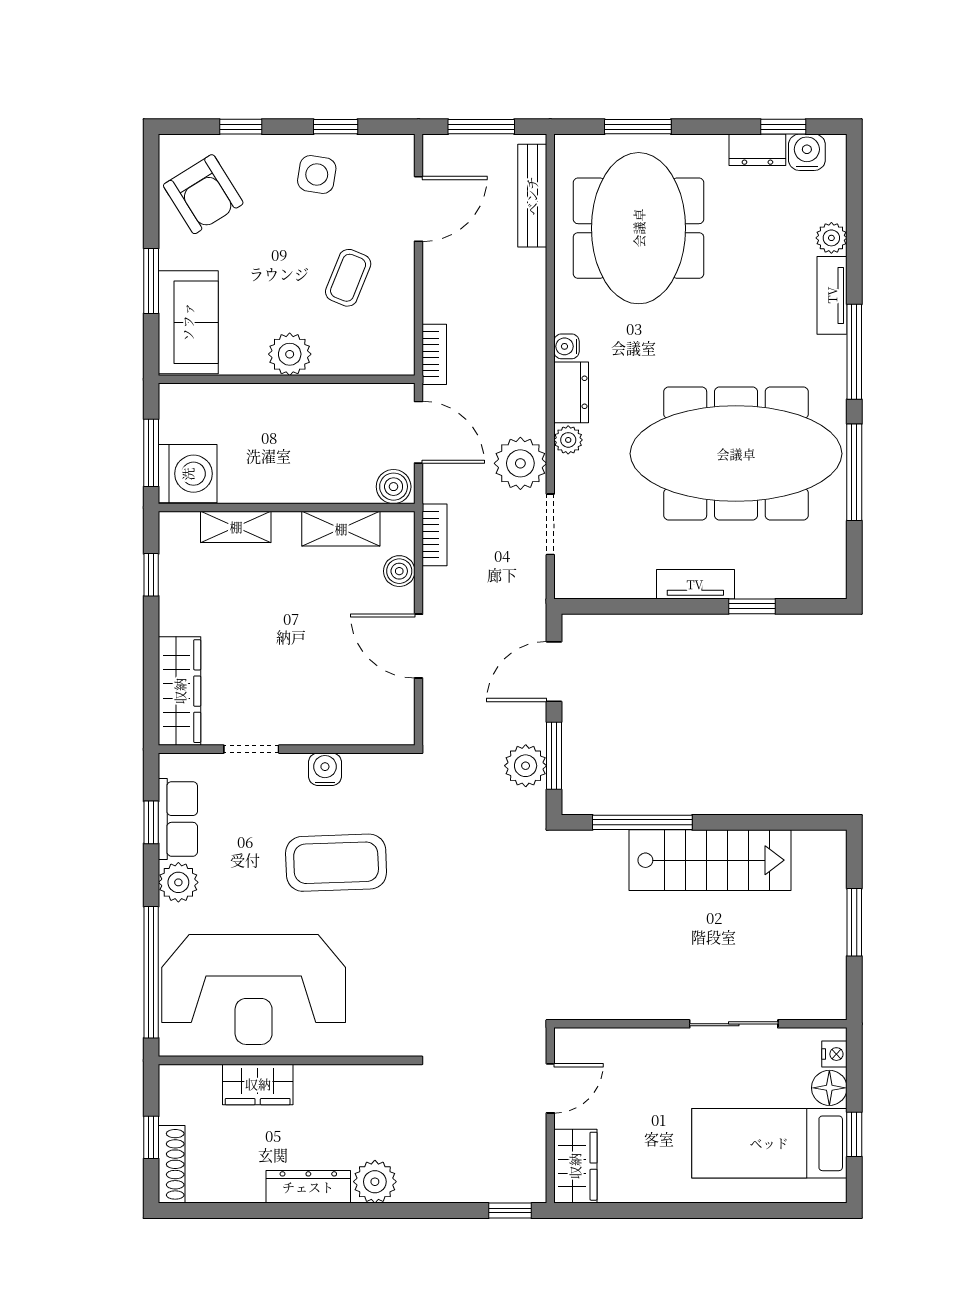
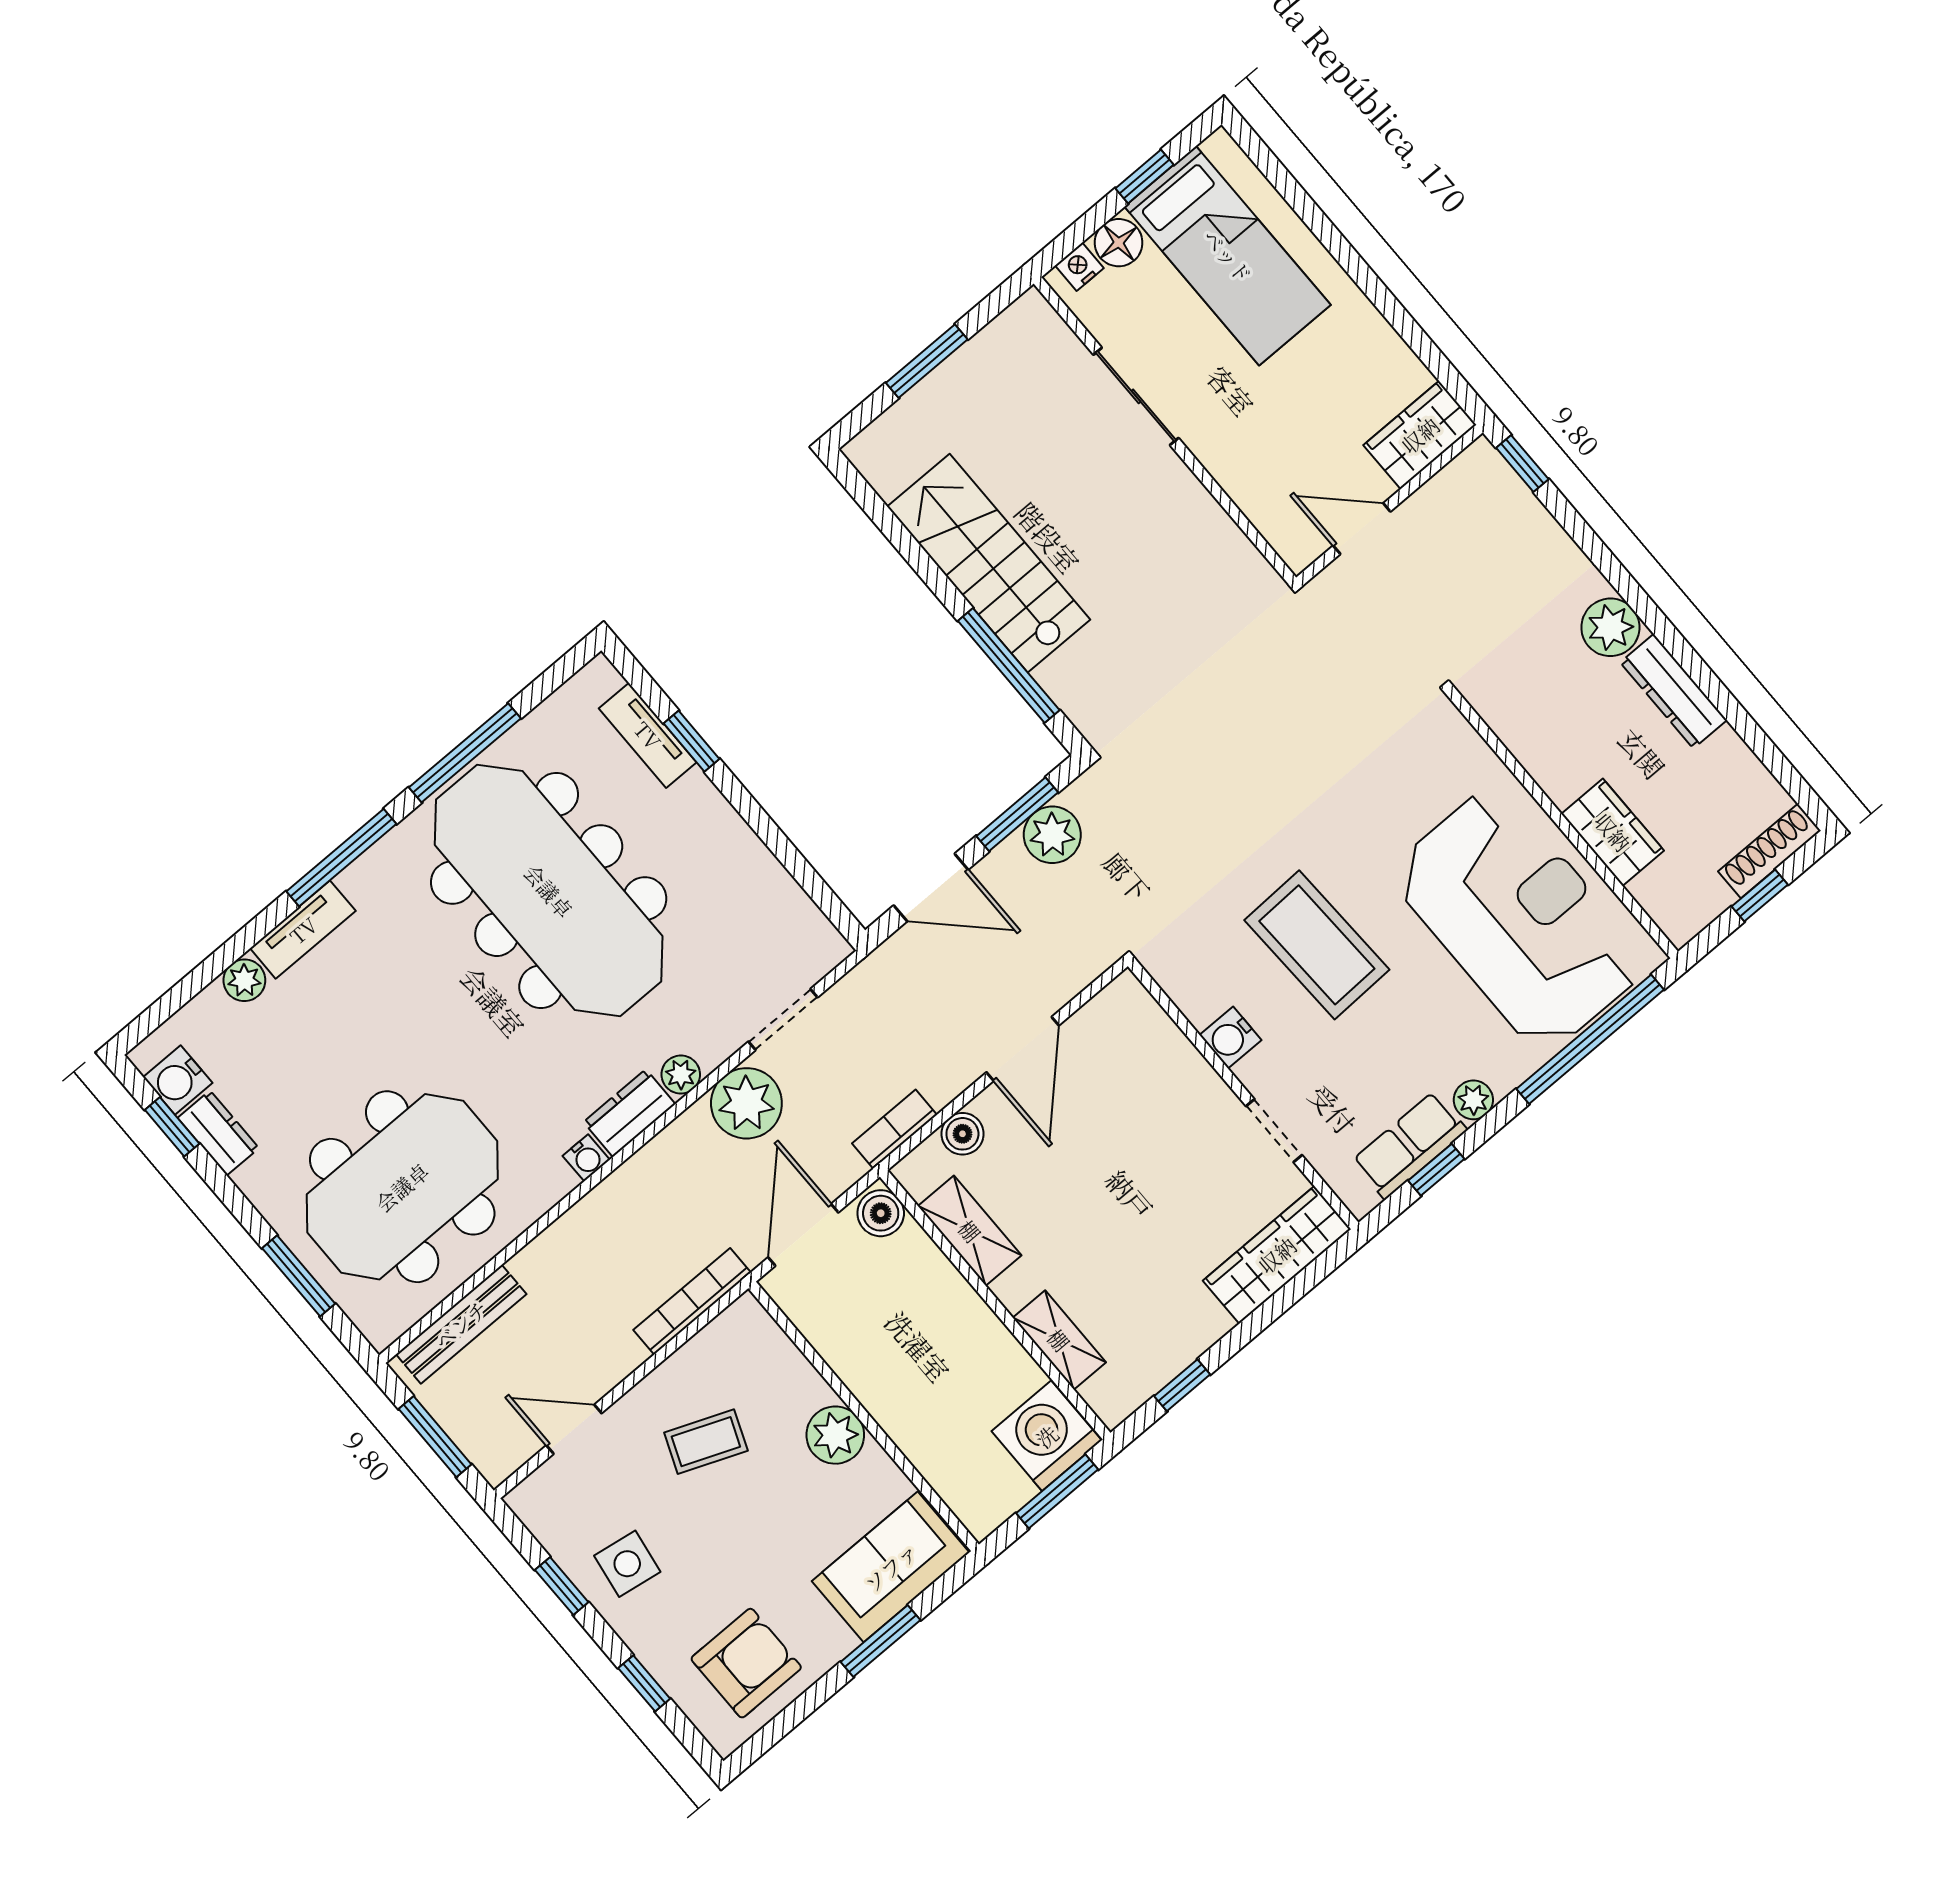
armchair: (203, 194) -> (746, 1663), turned 32
door: (418, 209) -> (574, 1429), width x0.73
bookcase: (434, 354) -> (692, 1301), width x1.56
tv unit: (695, 584) -> (648, 735), moved
plant: (178, 882) -> (1473, 1100), width x0.73, depth x0.73

